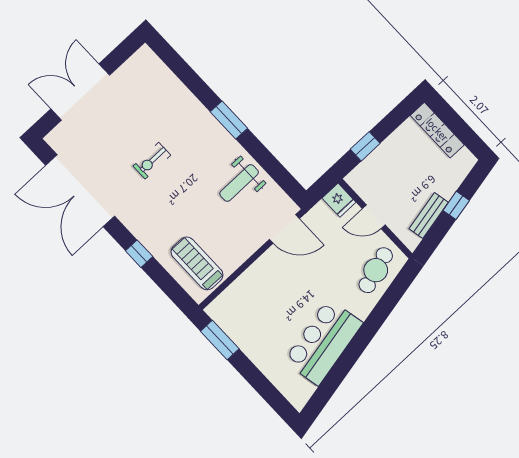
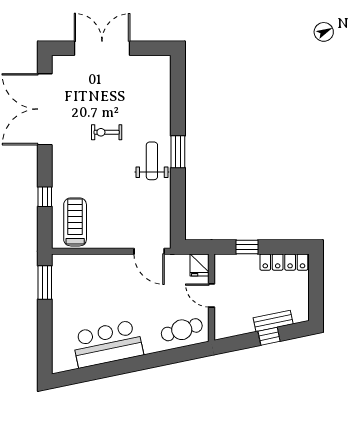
locker: (437, 130) -> (284, 262), moved, turned -90
weight bench: (239, 183) -> (152, 161), moved, turned 90
bench: (429, 216) -> (273, 321), moved
window: (139, 254) -> (45, 197), moved

